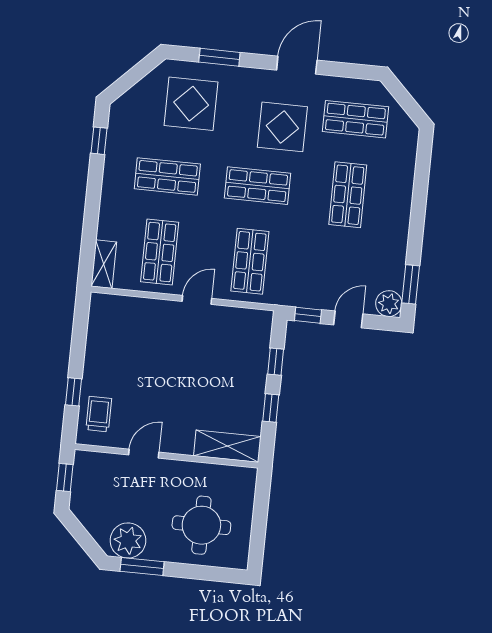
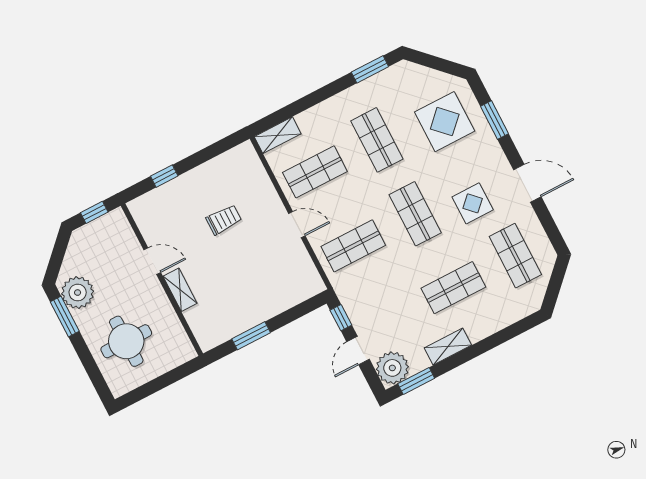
display table: (282, 127) -> (473, 203), width x0.73, depth x0.73
window: (99, 141) -> (370, 69), width x1.50
shelving: (398, 235) -> (448, 346), added
plant: (389, 304) -> (392, 368), width x1.36, depth x1.36
door: (348, 319) -> (358, 351), swing flipped
window: (276, 362) -> (289, 316), removed
window: (271, 408) -> (251, 336), width x1.50
trolley: (99, 414) -> (224, 220), moved
shelving: (227, 446) -> (180, 290), moved, width x0.67, depth x0.75

